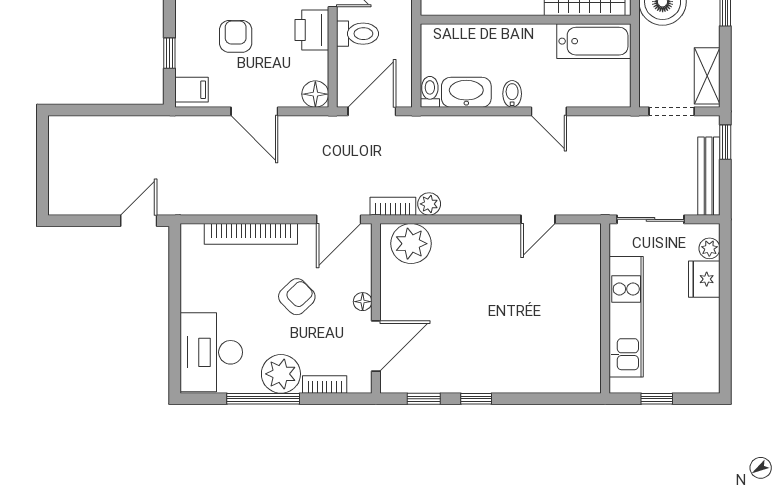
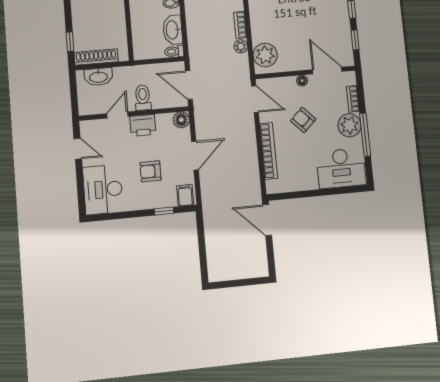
bookcase: (393, 206) -> (240, 25), moved
door: (139, 221) -> (267, 220), width x1.38

